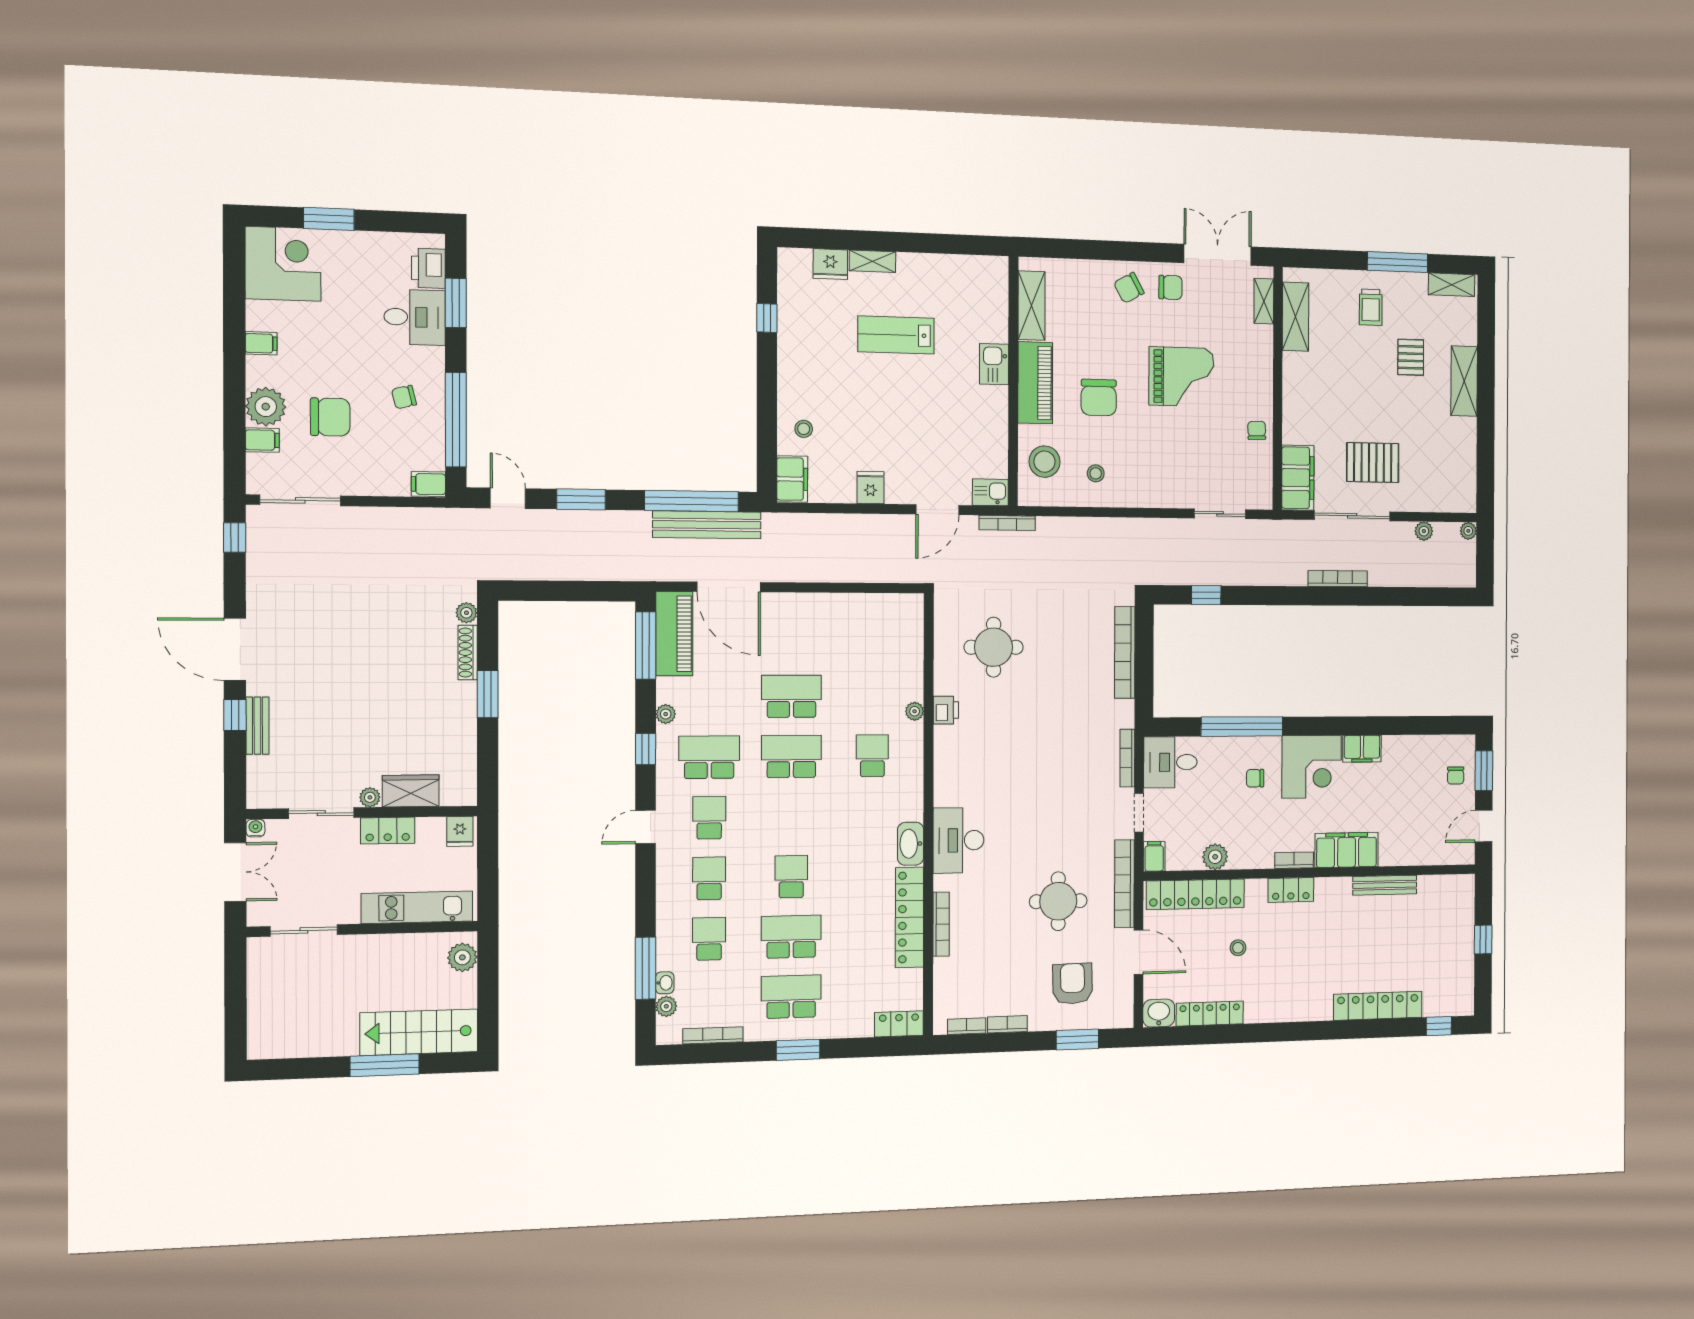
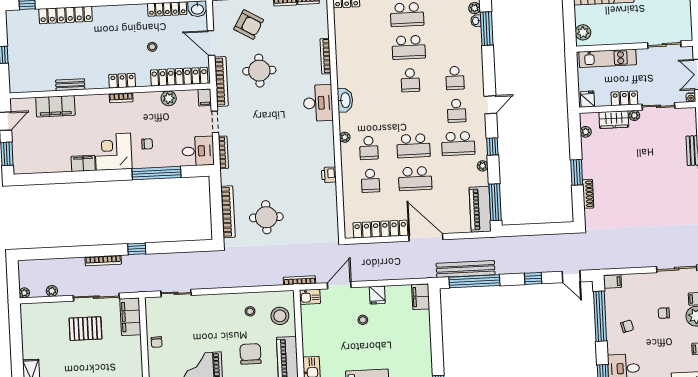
chair: (330, 417) -> (664, 313), width x0.54, depth x0.54
stool: (804, 429) -> (363, 320), moved
window: (581, 499) -> (533, 278), width x0.67
door: (729, 587) -> (426, 237), moved
window: (1206, 595) -> (137, 249), moved
plant: (466, 613) -> (586, 132), moved
round table: (994, 647) -> (266, 217), moved
plant: (915, 711) -> (345, 137), moved
chair: (1456, 776) -> (24, 150), removed
filing cabinet: (1347, 850) -> (55, 106), moved
bench: (1385, 885) -> (70, 85), width x0.73
locker: (909, 917) -> (380, 229), moved, turned -90
school desk: (709, 939) -> (370, 181), moved
armchair: (1073, 984) -> (249, 25), turned -59

